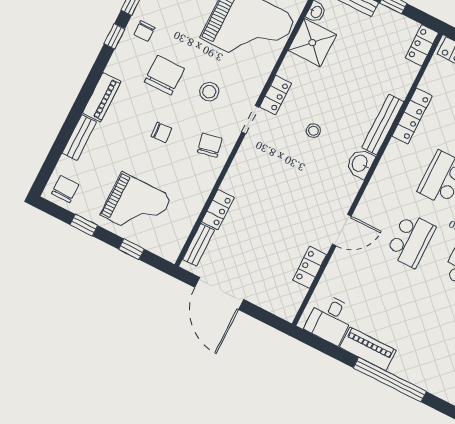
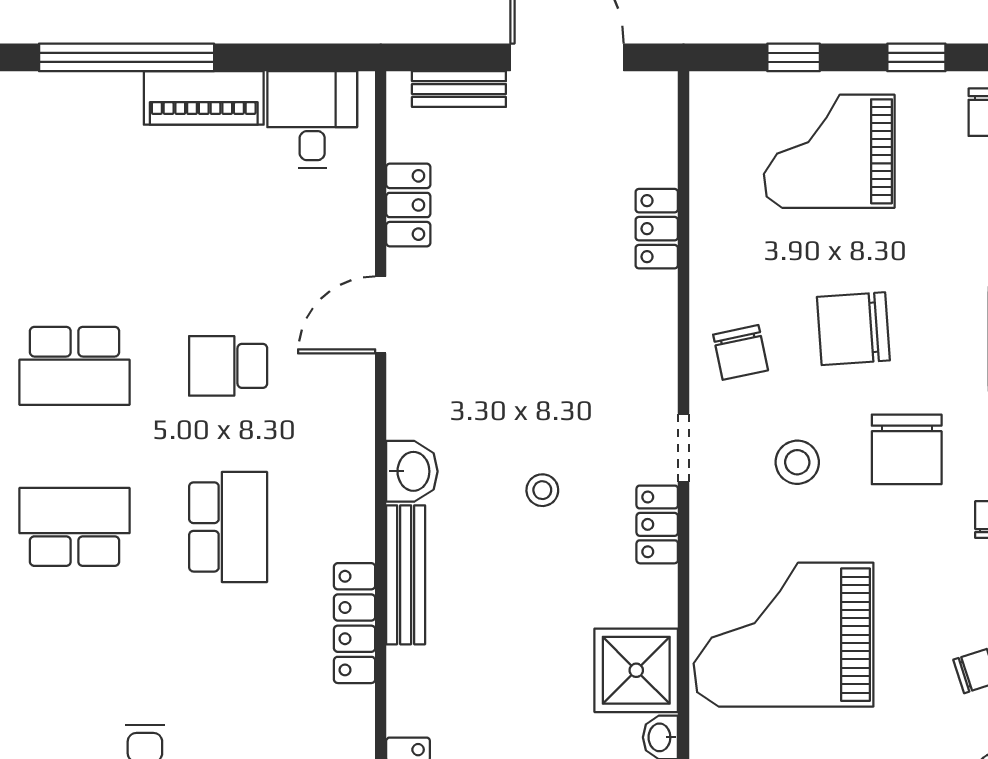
chair: (161, 132) -> (853, 329), width x1.87, depth x1.87
school desk: (411, 240) -> (228, 366), width x0.54
bench: (199, 245) -> (459, 89), moved, turned 90

